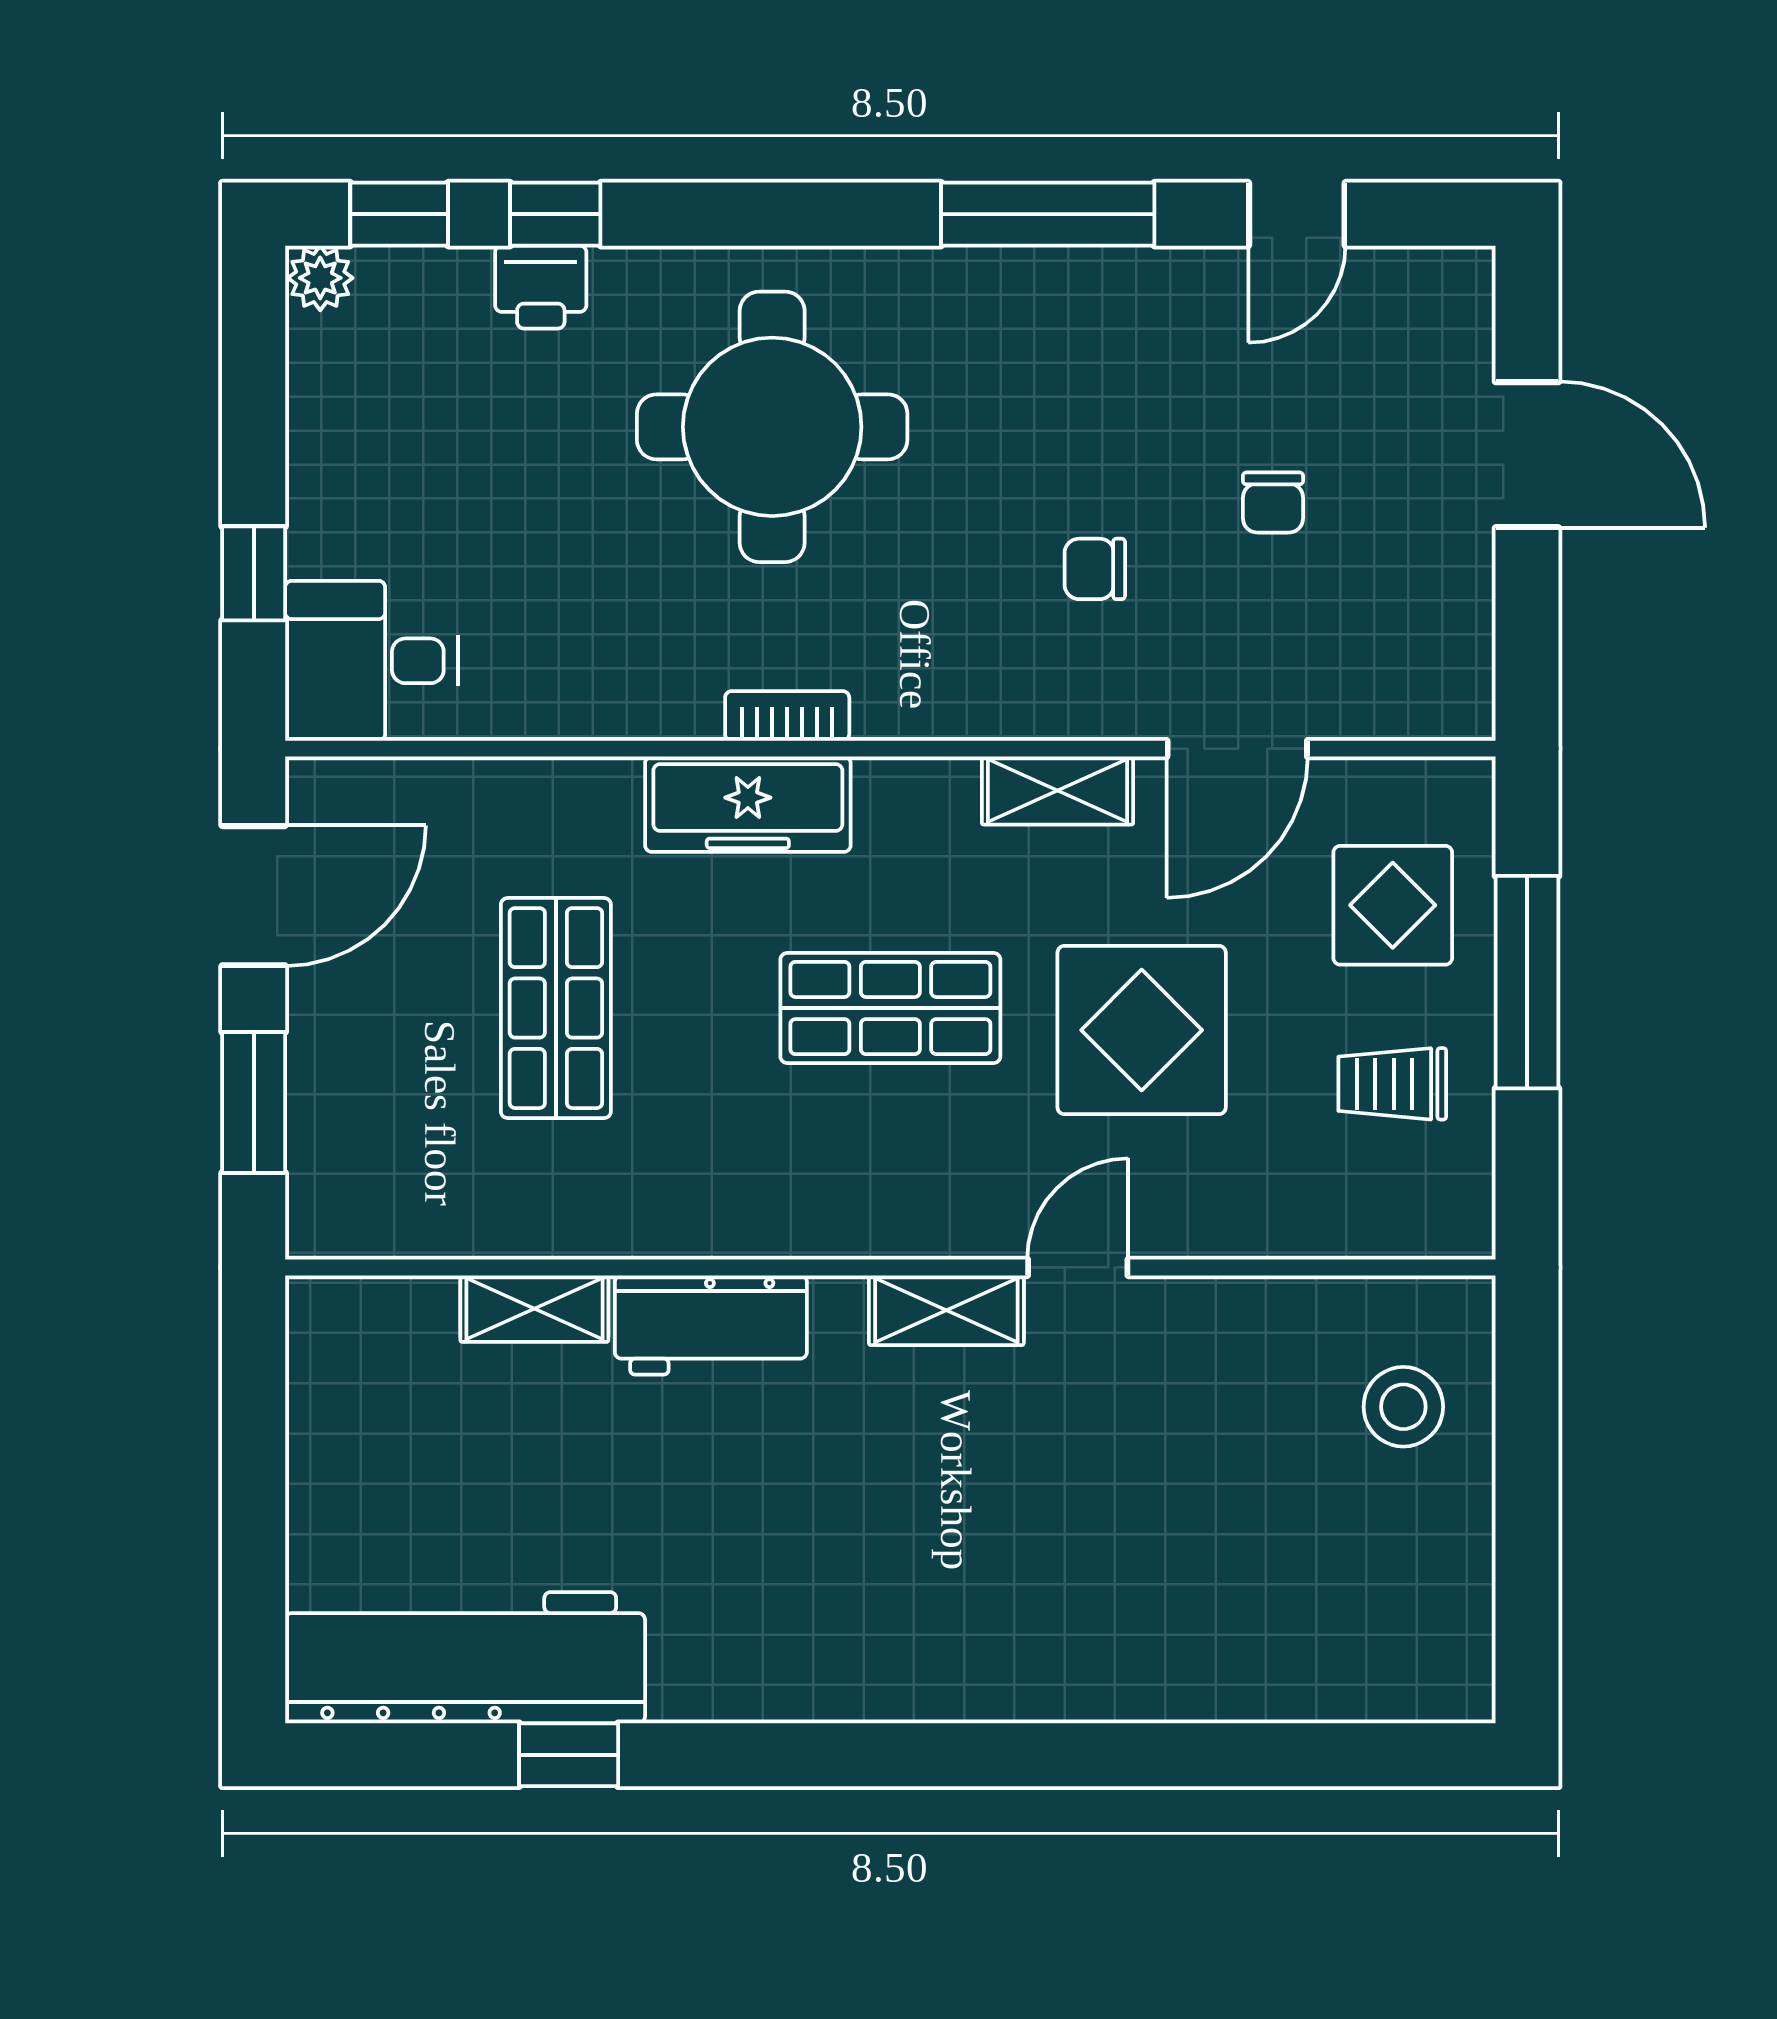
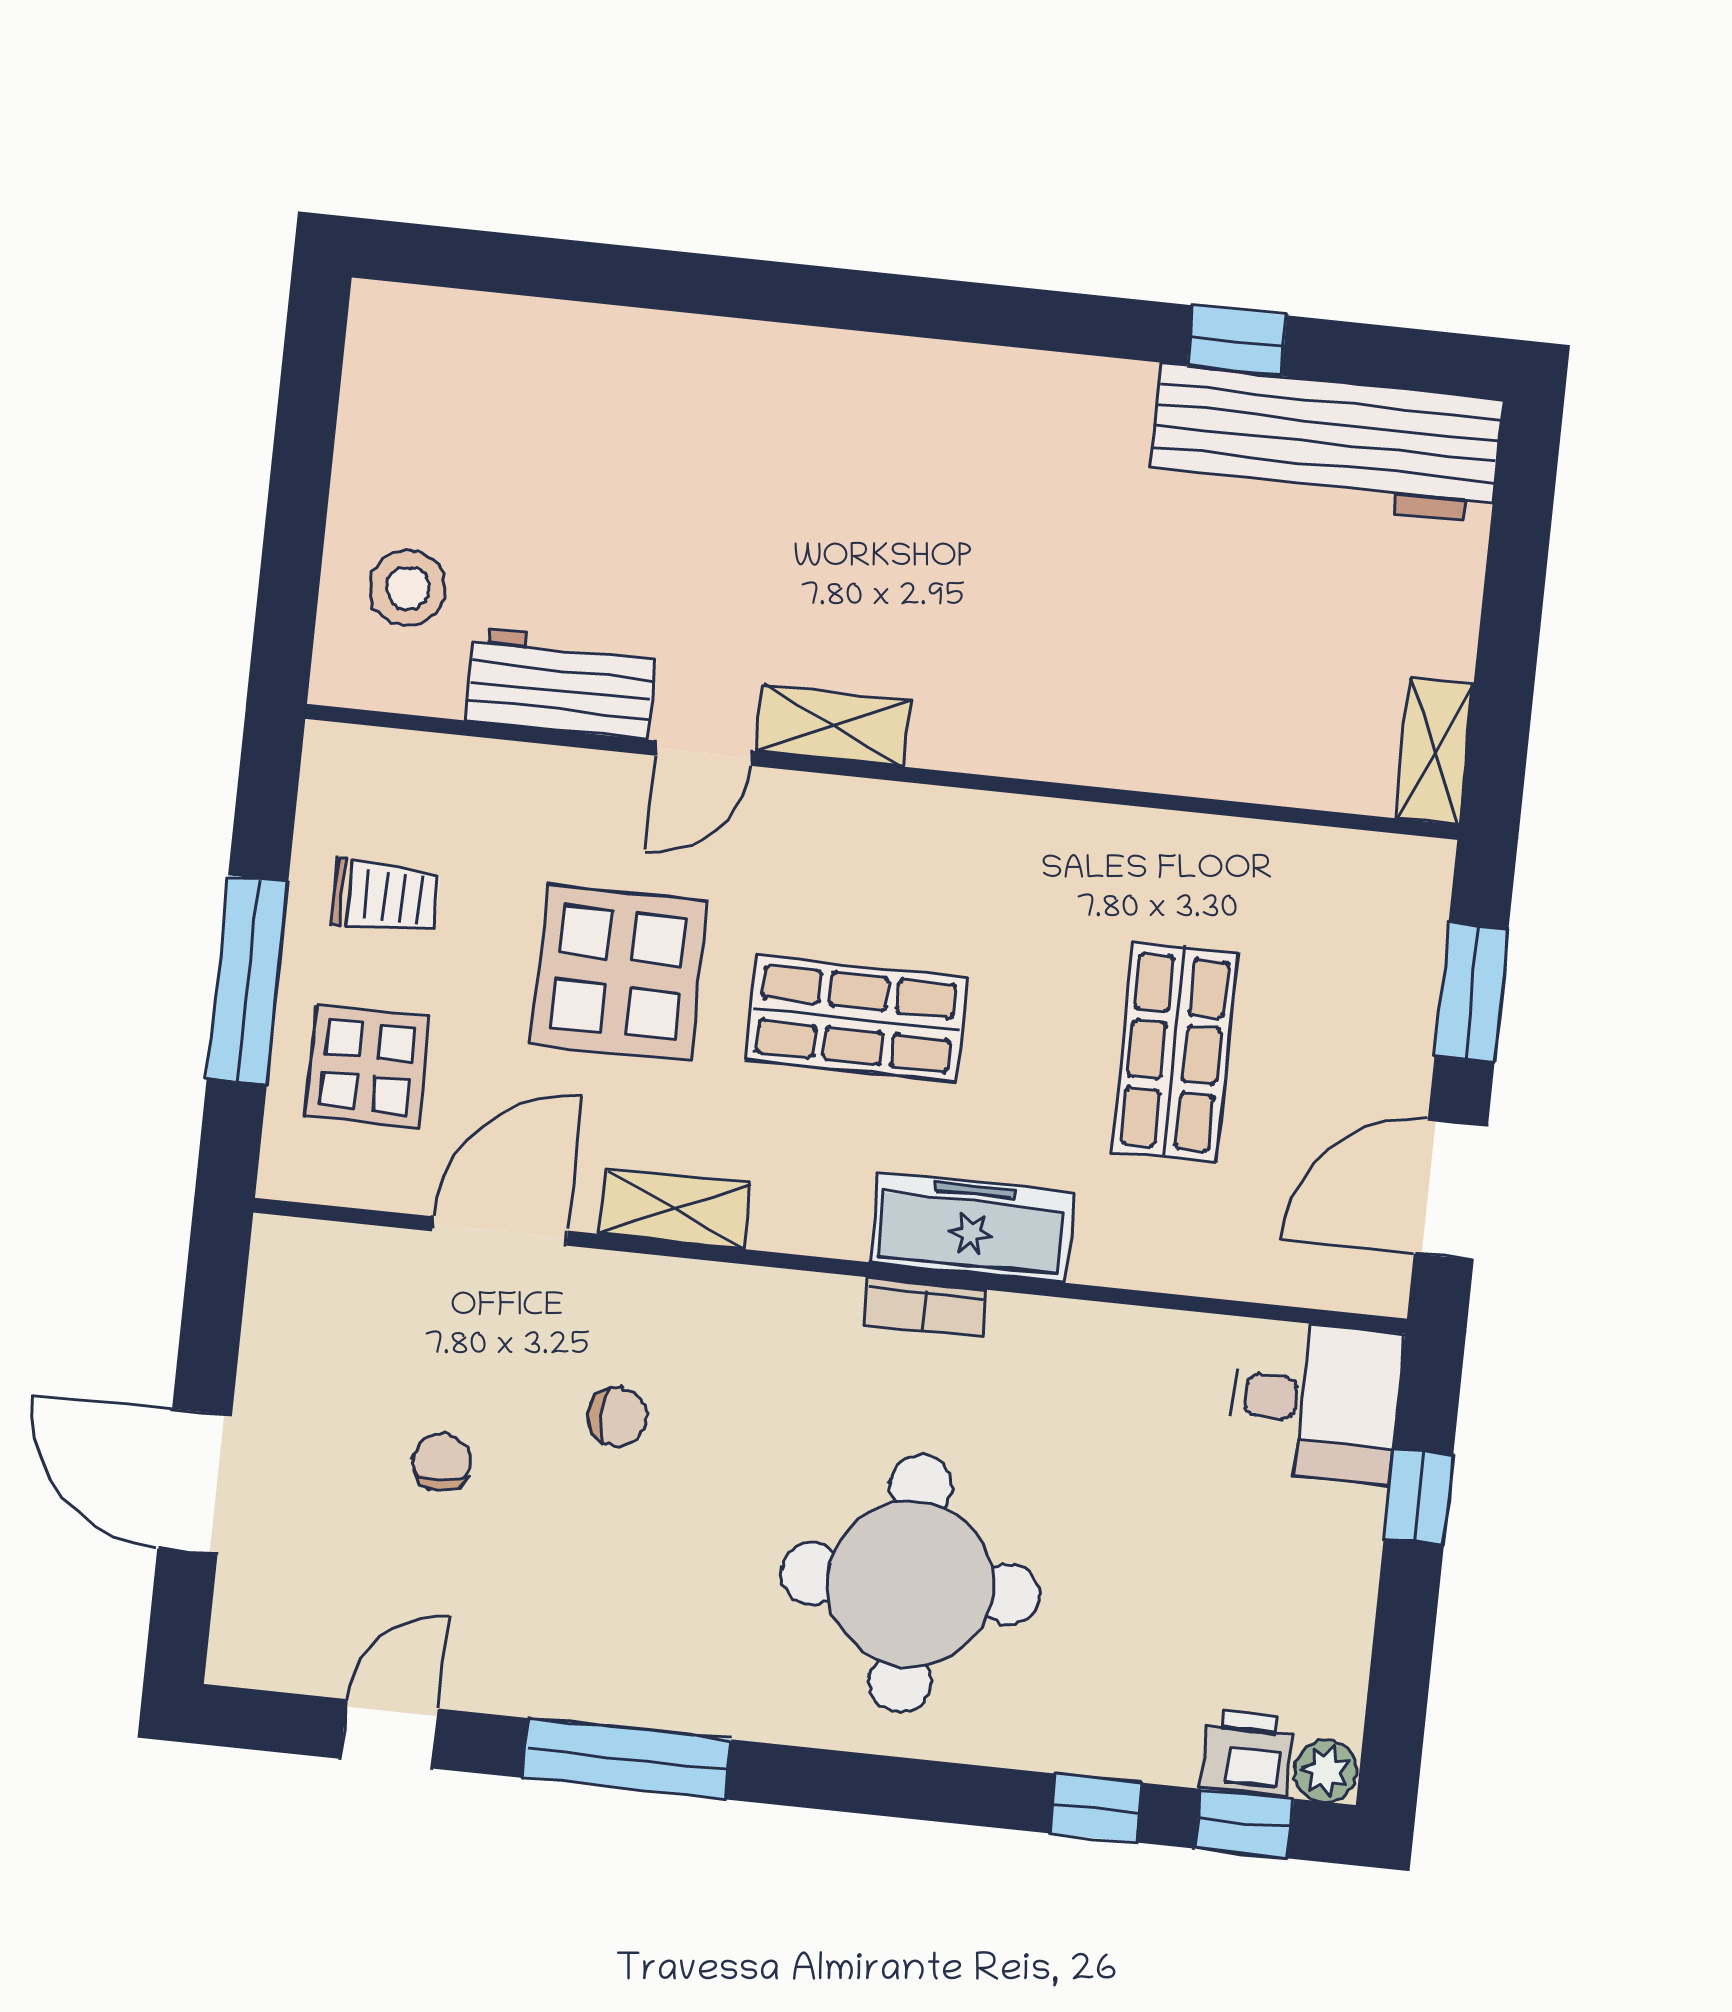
printer: (541, 287) -> (1246, 1754), moved
shelving: (534, 1309) -> (1435, 751), moved, turned 90
workbench: (711, 1325) -> (562, 683), moved

